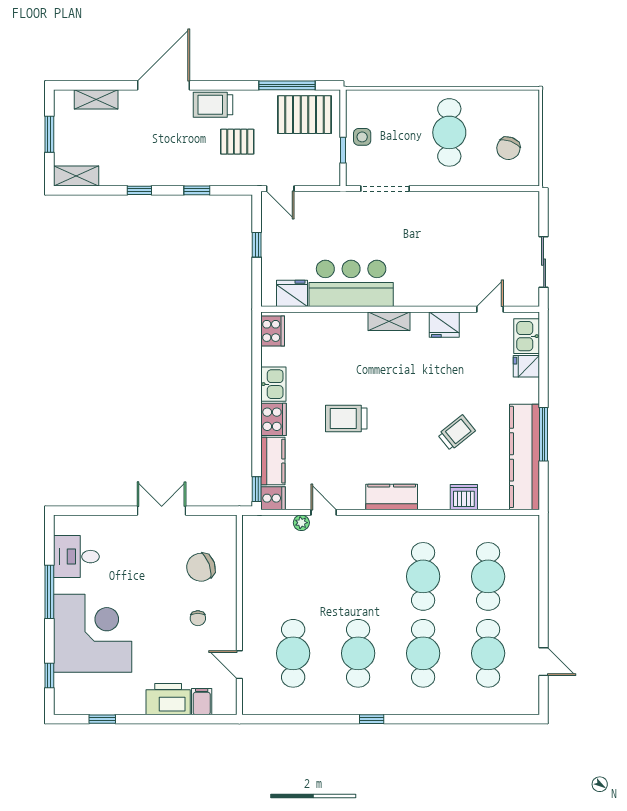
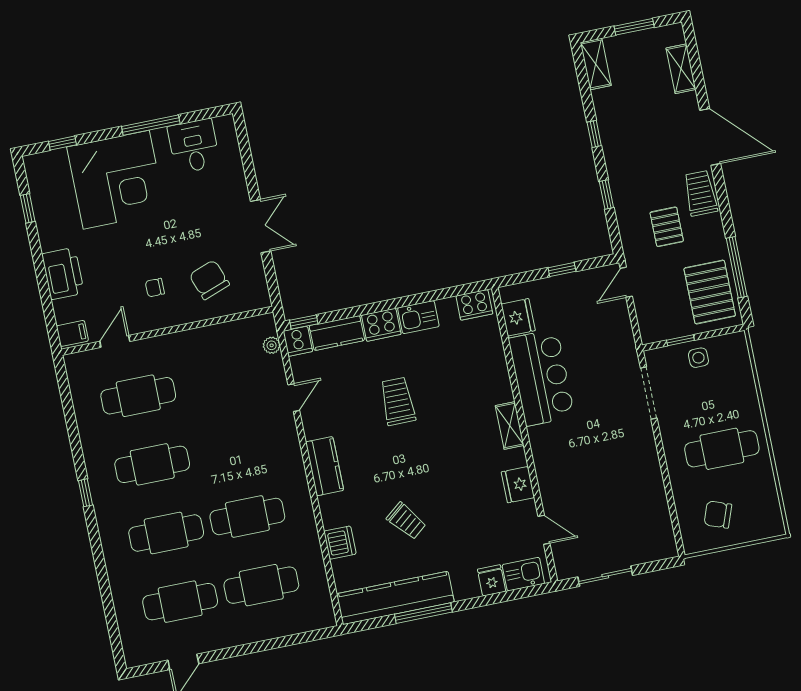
plant: (301, 523) -> (272, 345), moved
filing cabinet: (202, 702) -> (72, 333), moved

